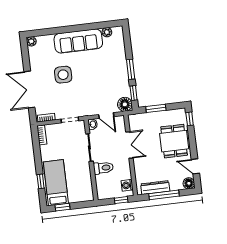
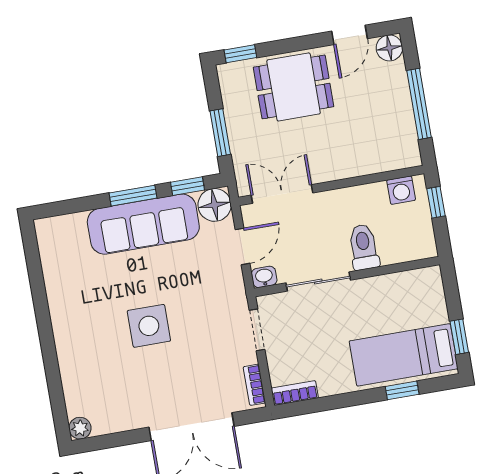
plant: (107, 32) -> (50, 255), removed
sofa: (78, 41) -> (143, 224), moved, turned 90
side table: (63, 75) -> (149, 326), moved
double door: (129, 145) -> (282, 194), moved
dresser: (155, 188) -> (403, 125), removed

